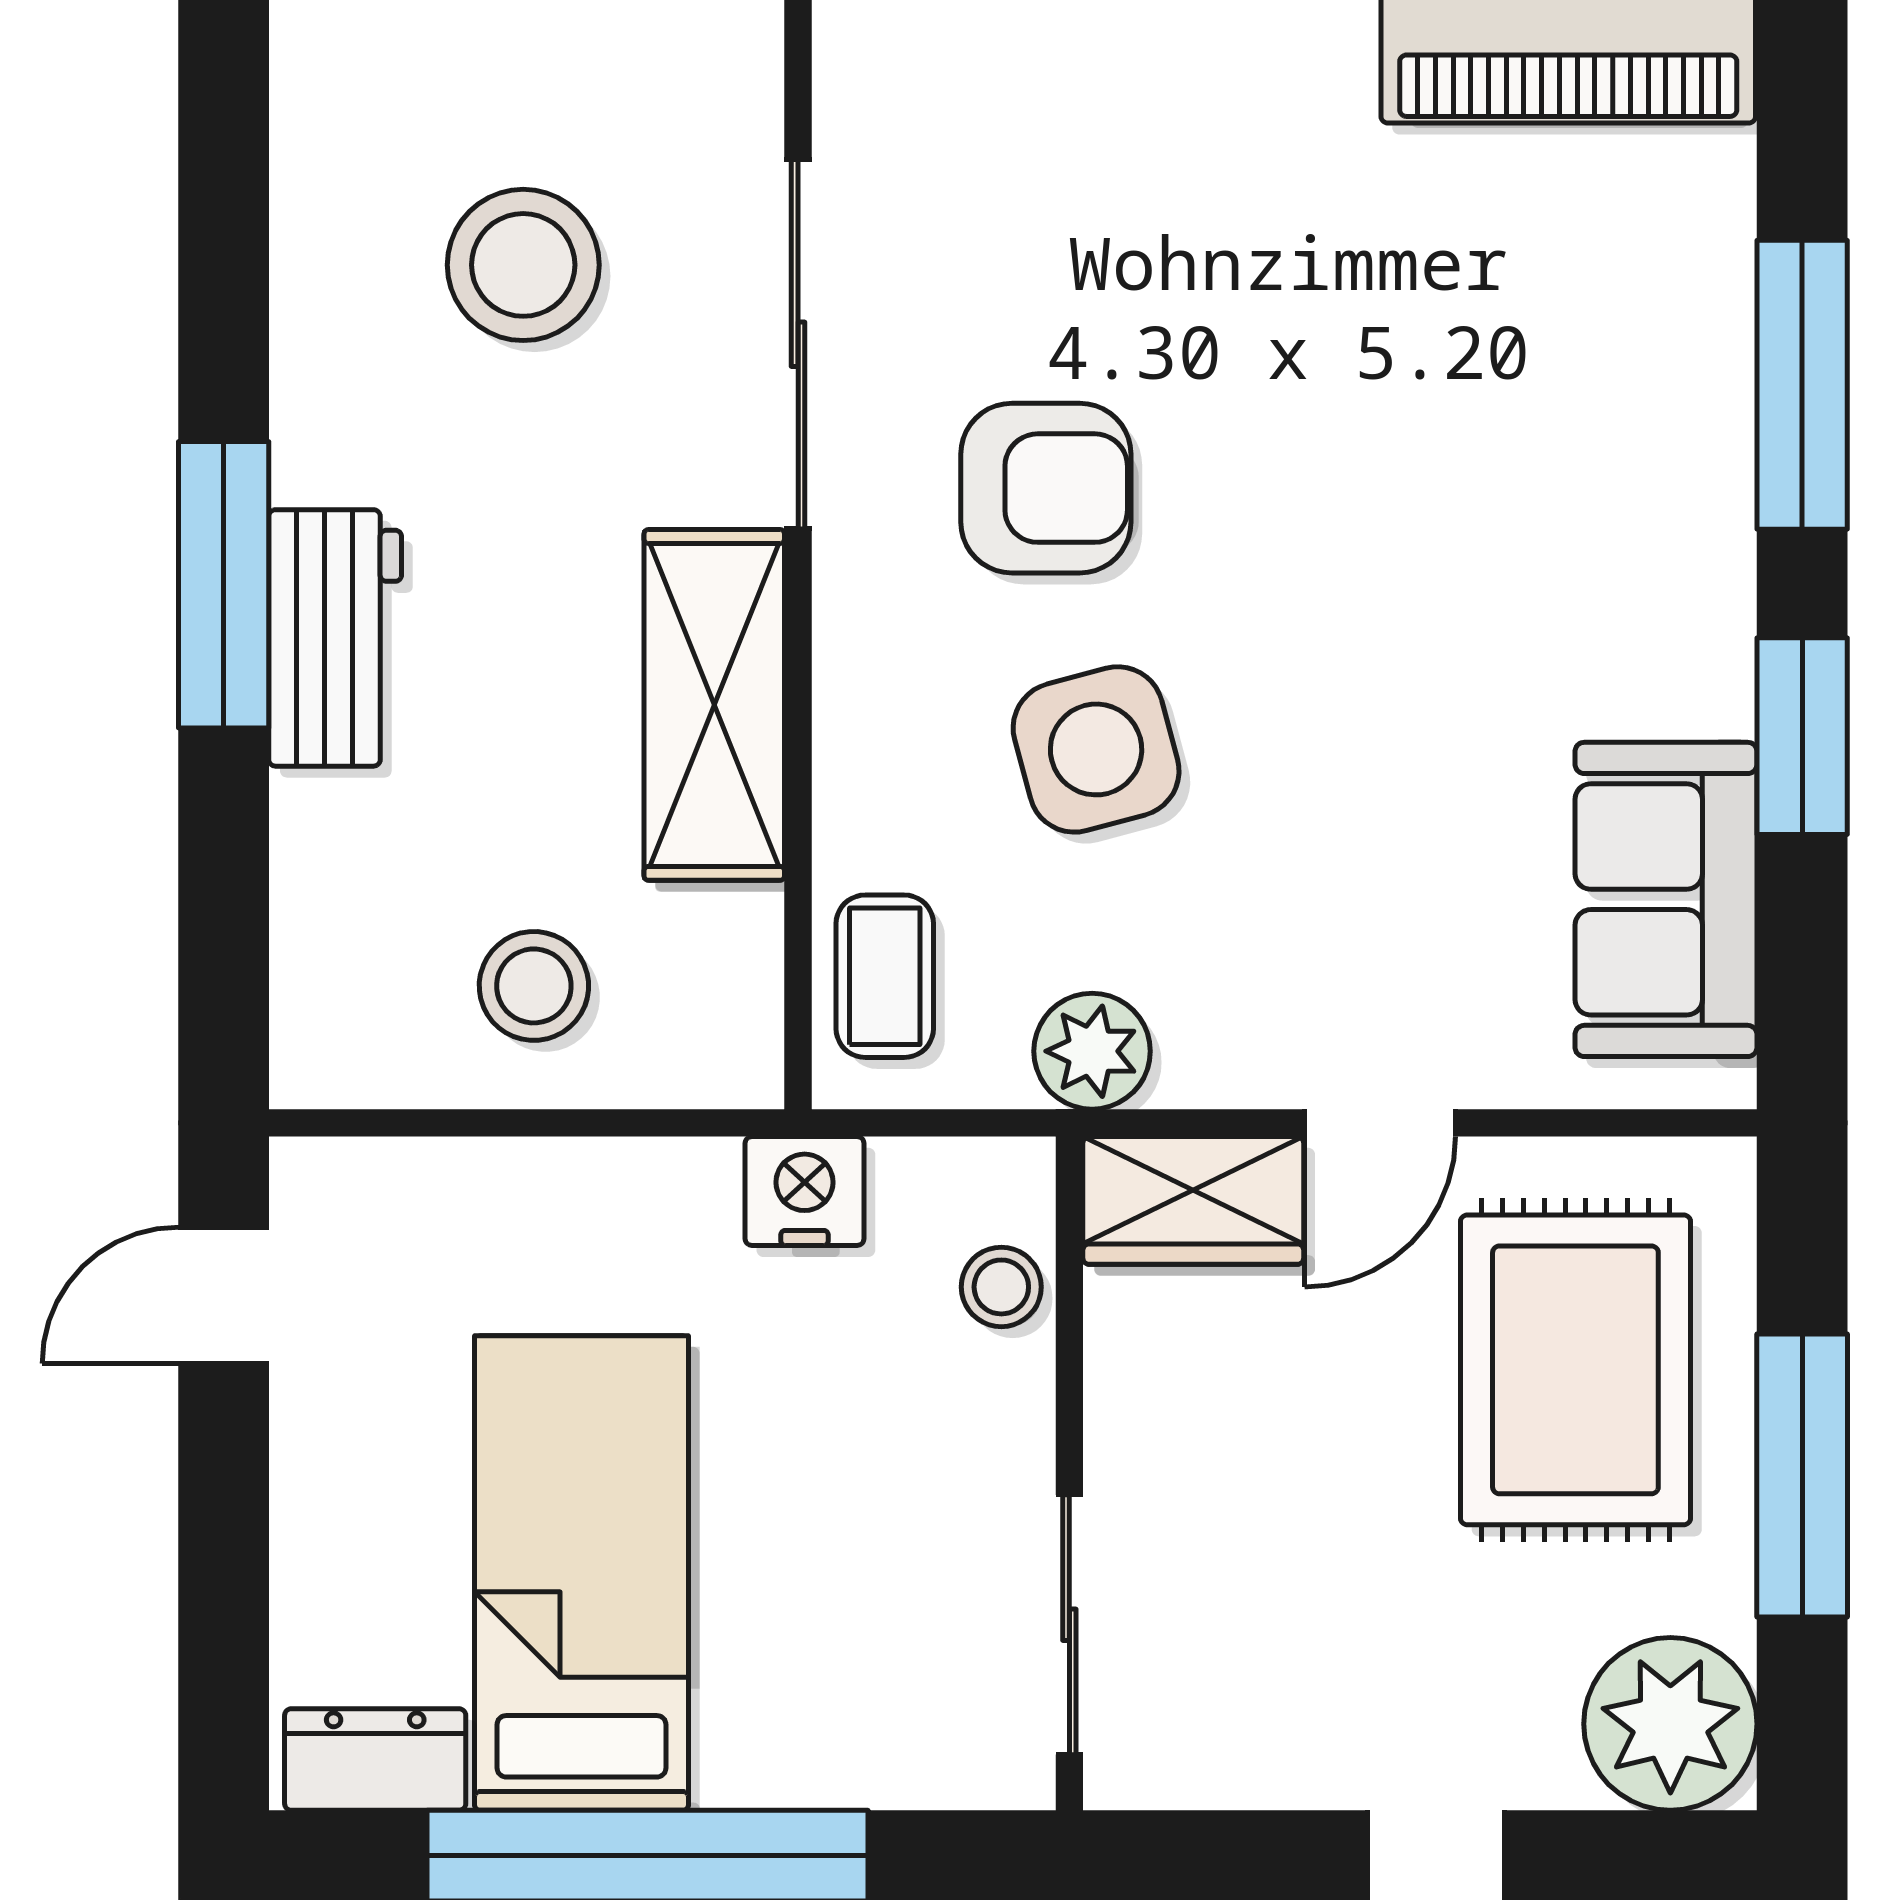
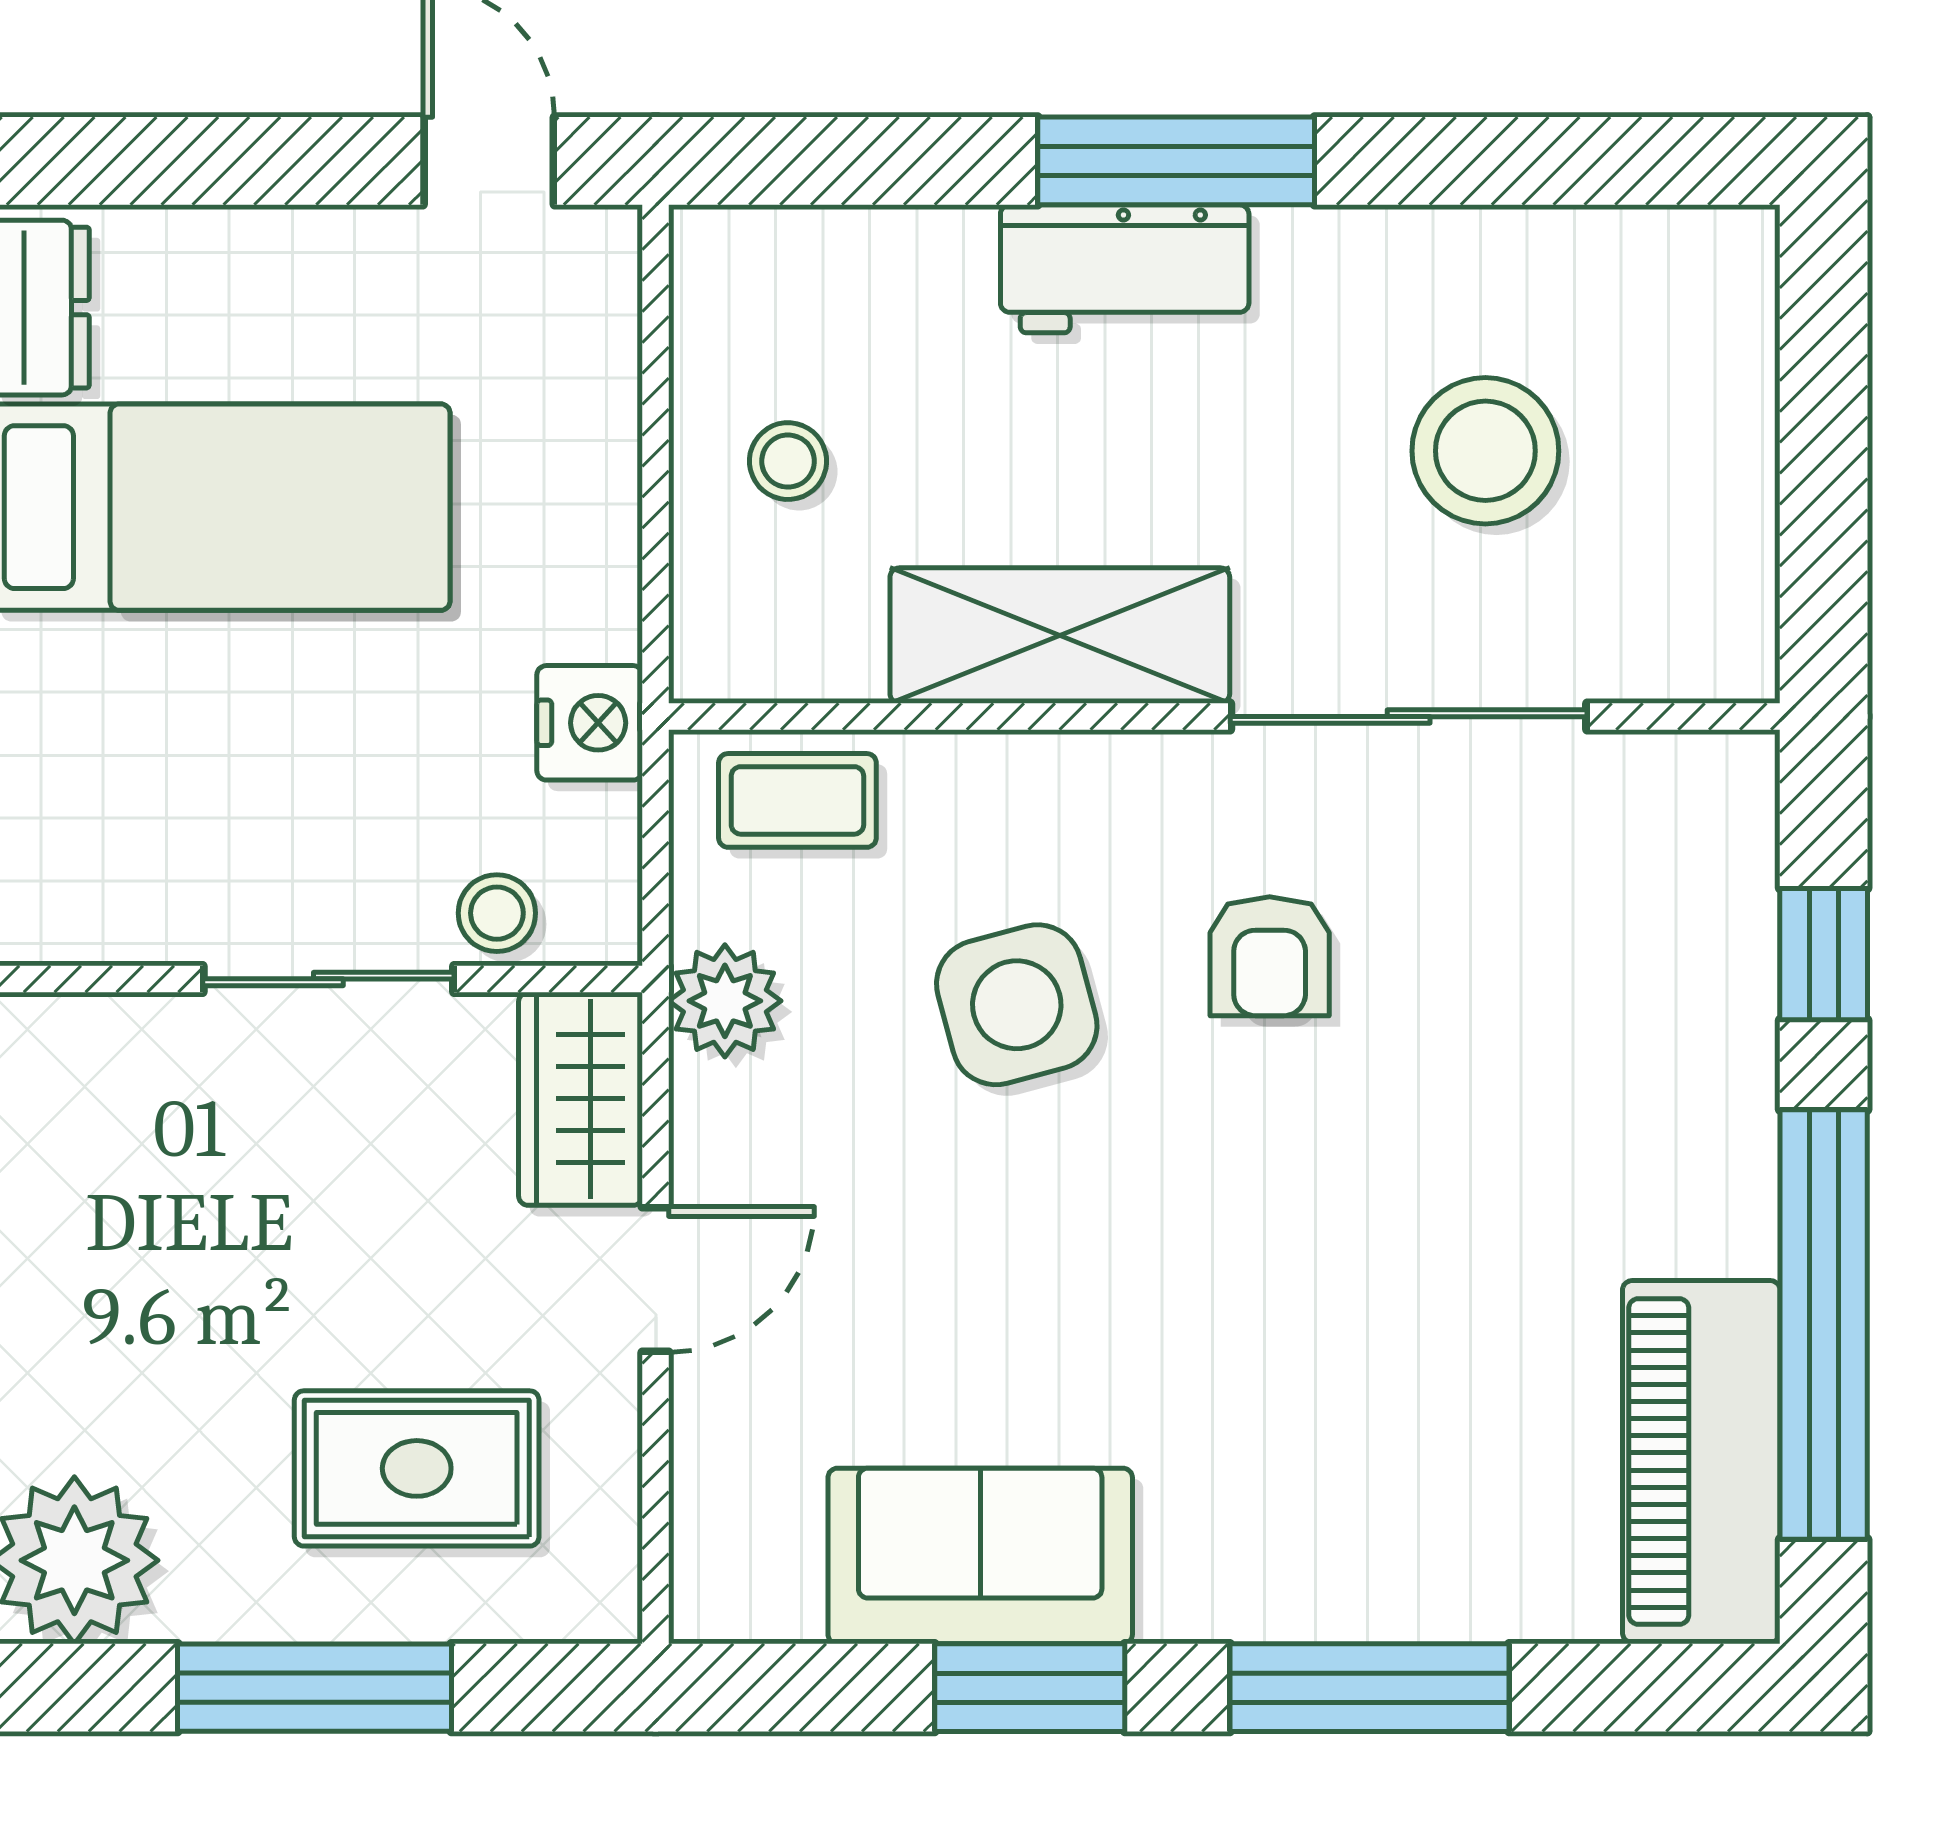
armchair: (1046, 488) -> (1270, 956), width x0.72, depth x0.72
sofa: (1666, 899) -> (980, 1556), moved
stool: (534, 986) -> (788, 461), width x0.73, depth x0.73
door: (1380, 1123) -> (656, 1279), swing flipped
rug: (1575, 1370) -> (417, 1468), width x0.73, depth x0.70
sliding door: (1069, 1625) -> (328, 979), moved

